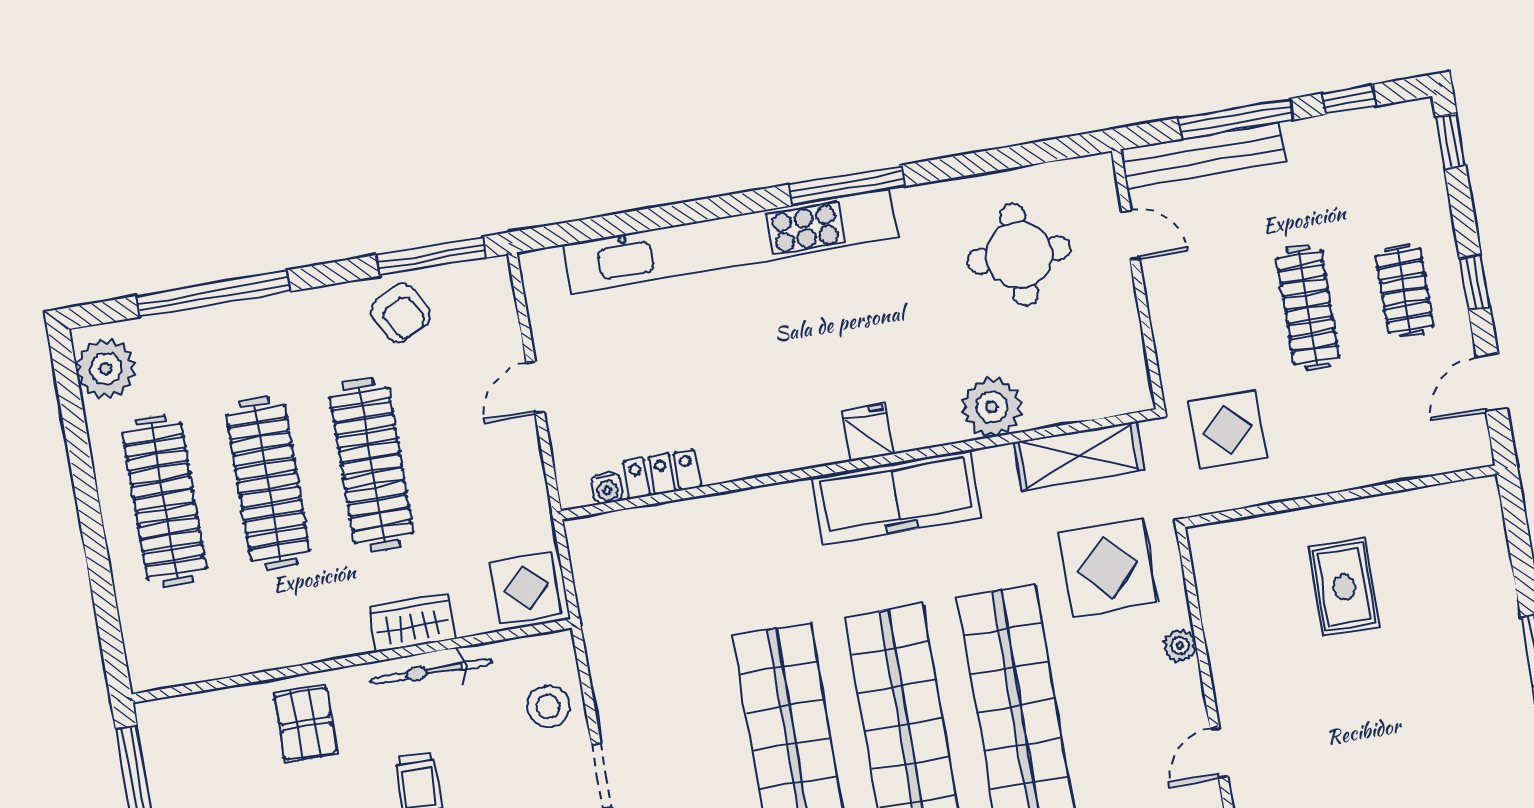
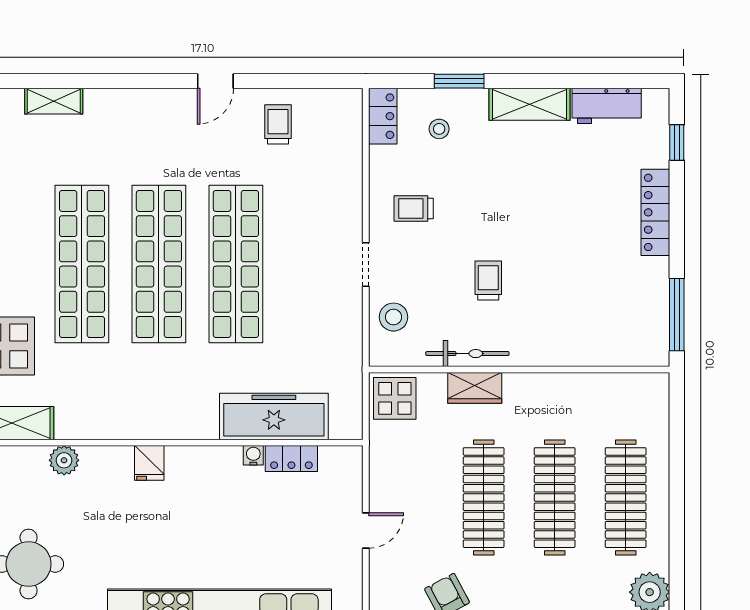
plant: (992, 407) -> (64, 460), width x0.73, depth x0.73
water cooler: (607, 488) -> (253, 455), moved
freezer: (897, 497) -> (274, 417), moved
pallet: (306, 724) -> (557, 333), removed

